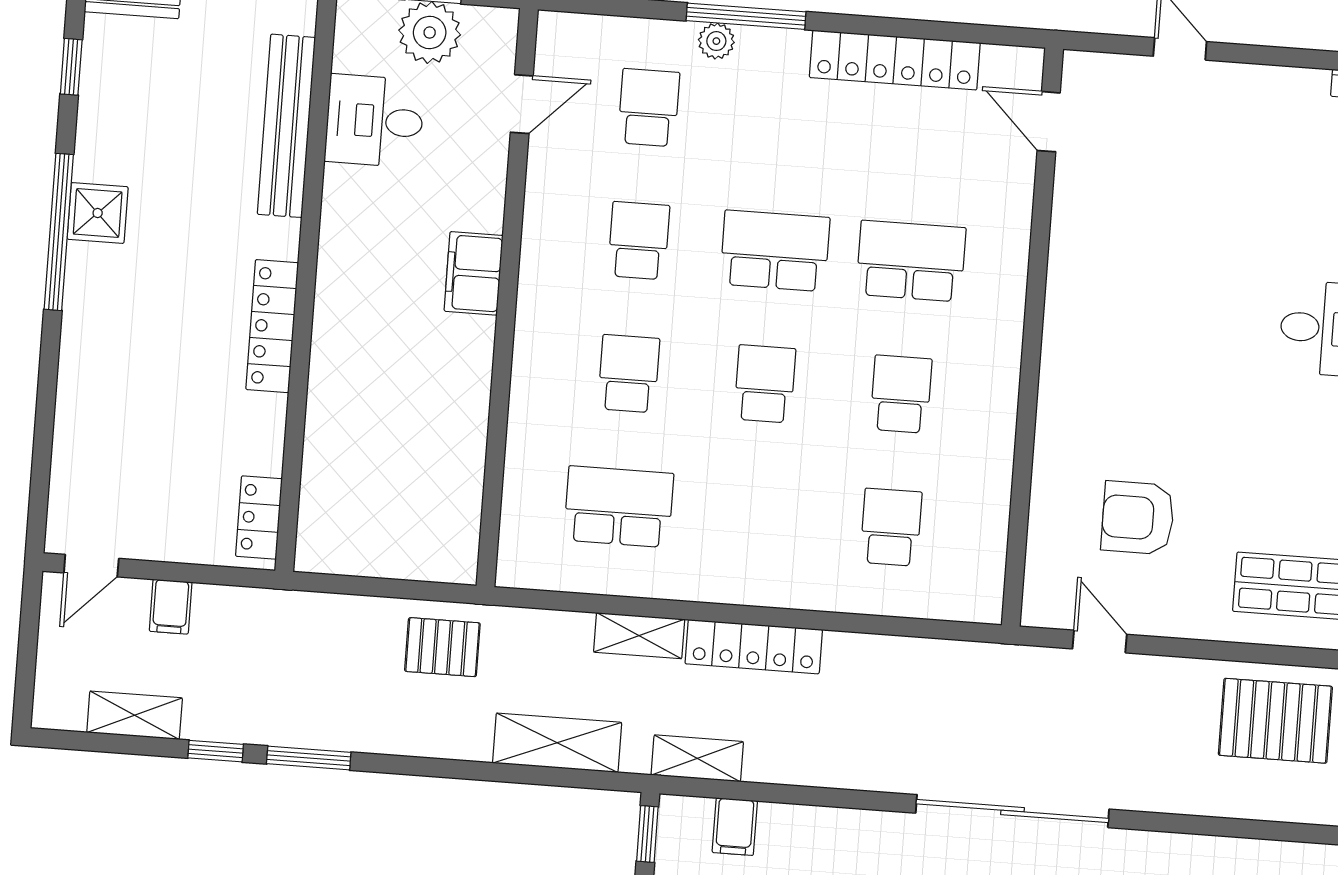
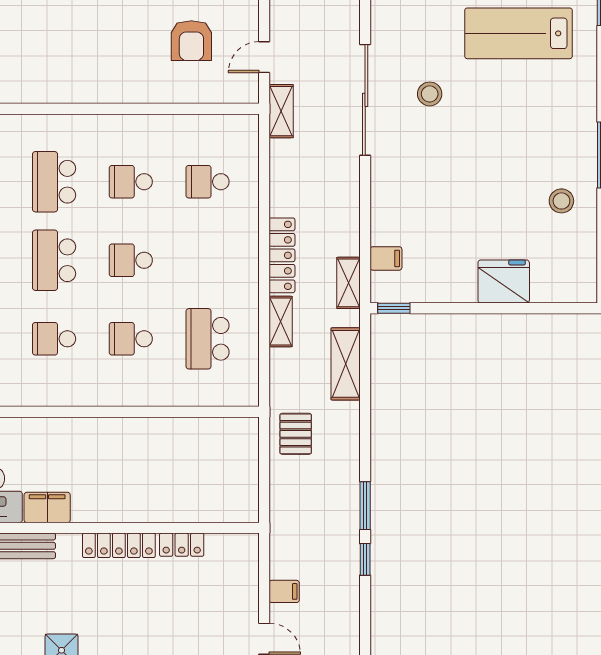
filing cabinet: (474, 273) -> (47, 507), moved, turned 180
locker: (259, 518) -> (182, 545), moved
shelving: (135, 715) -> (281, 111), moved

